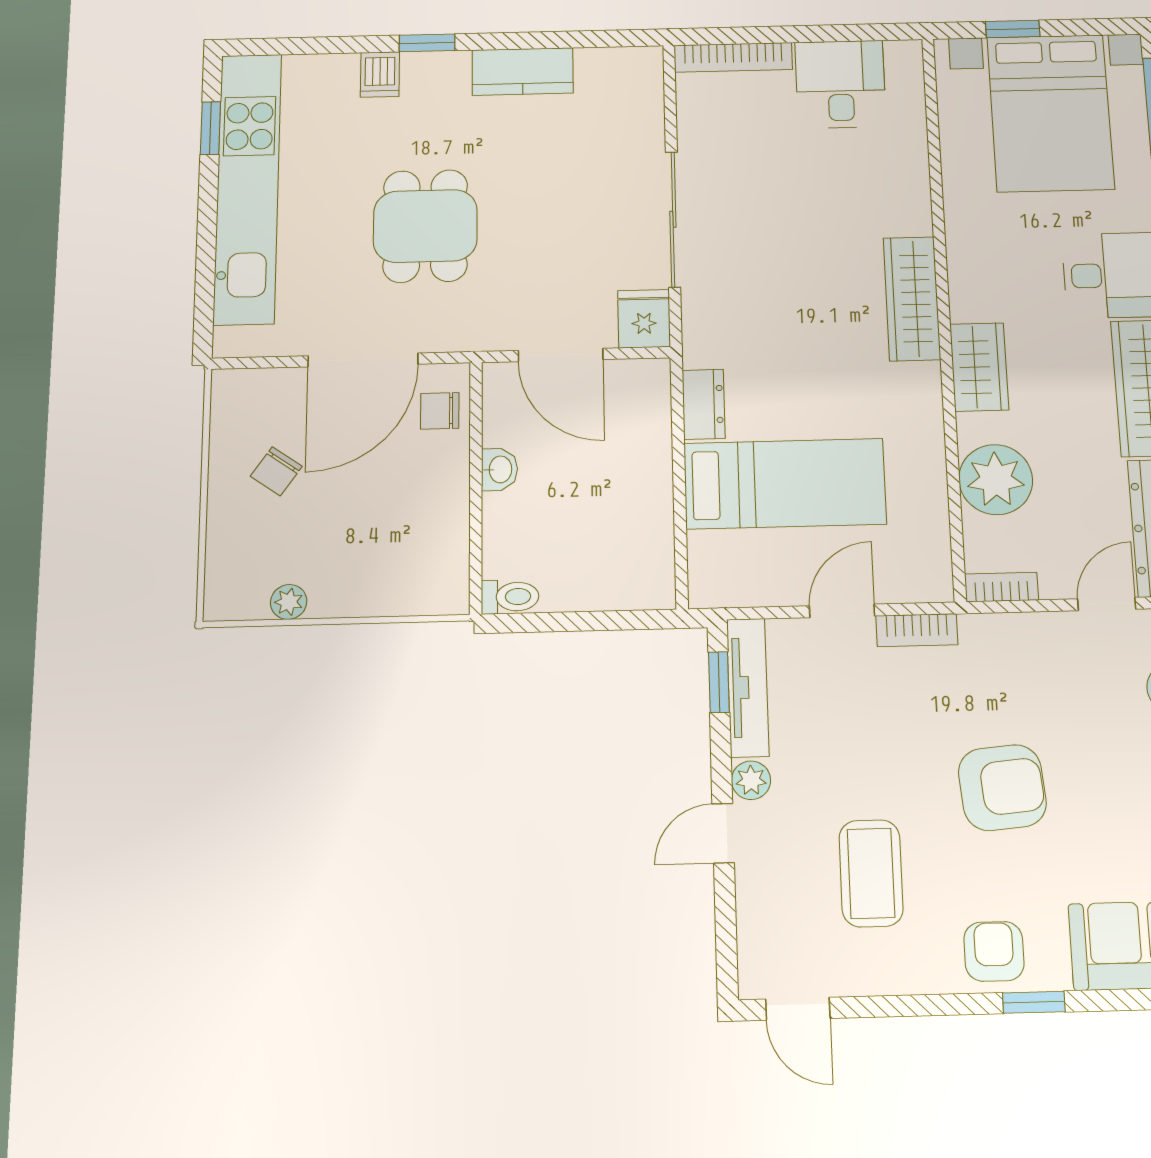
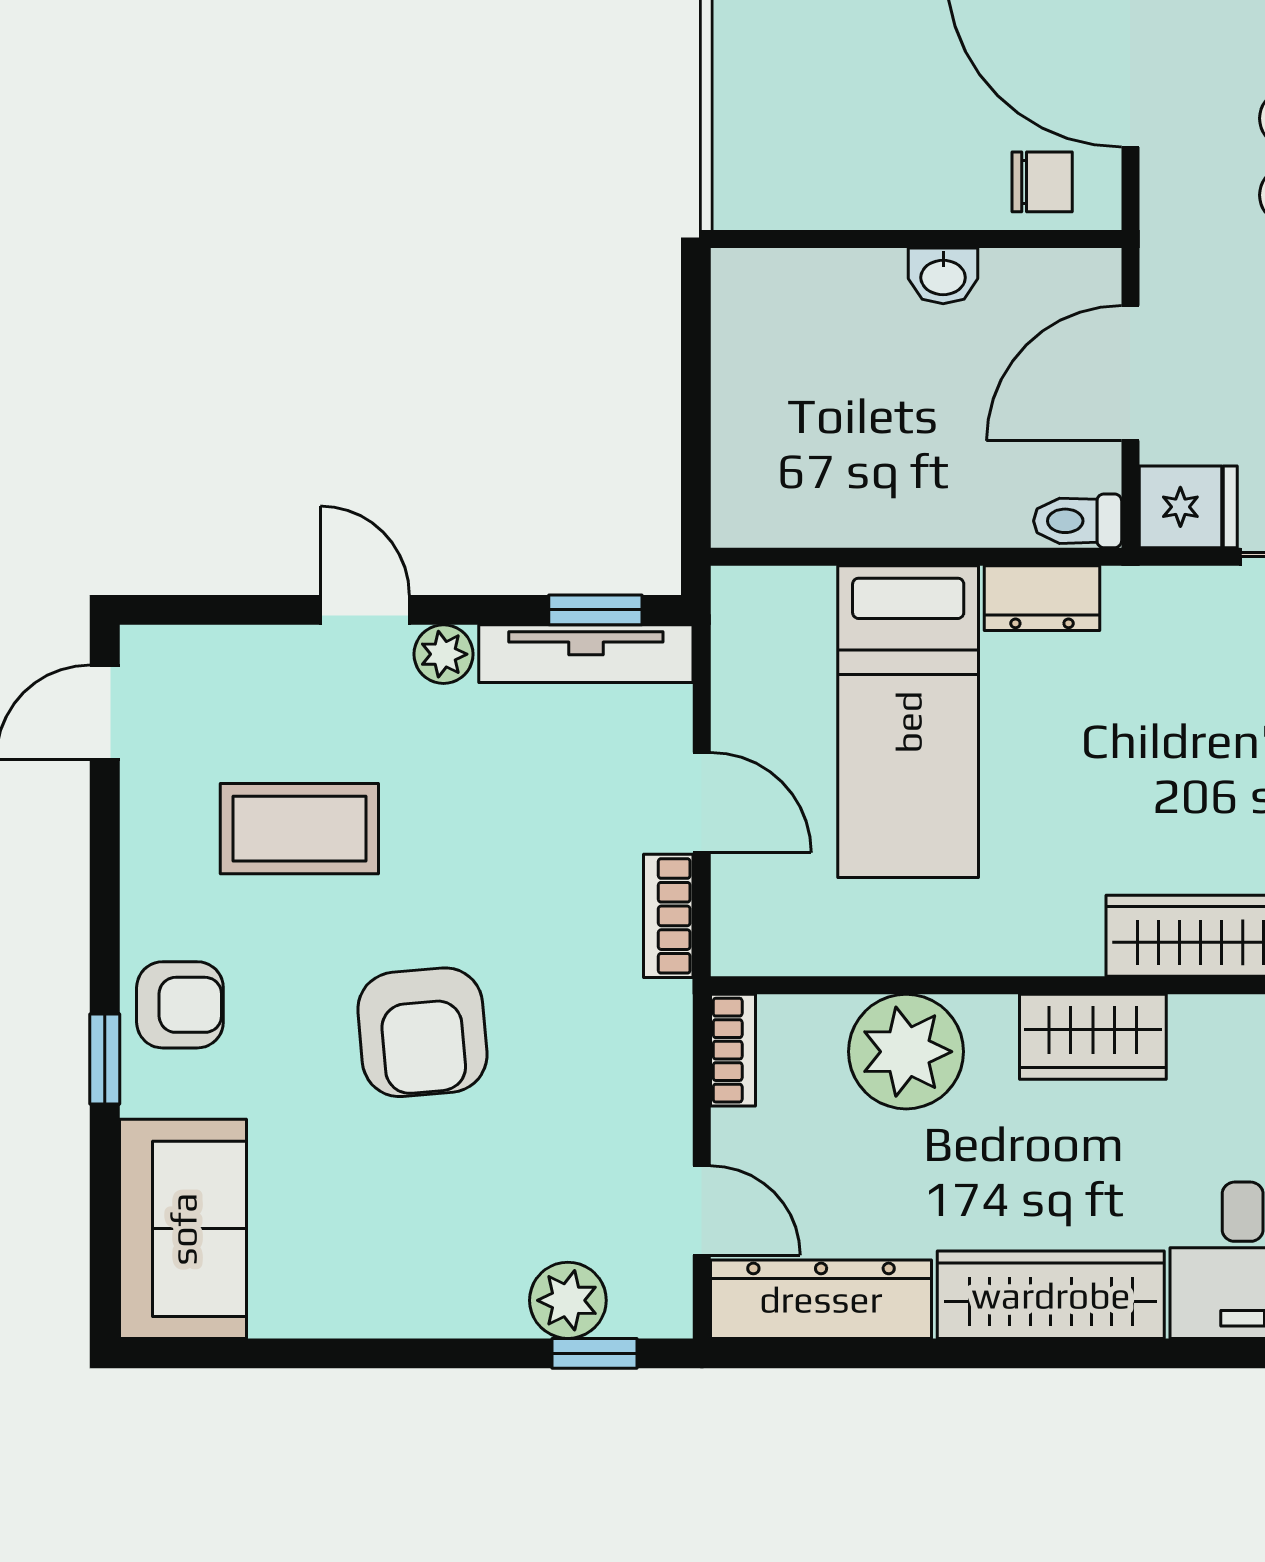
chair: (440, 411) -> (1042, 182), turned 90
toilet: (510, 597) -> (1078, 521), moved, turned 90

